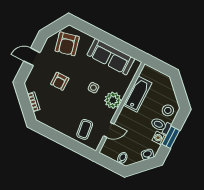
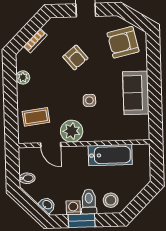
sofa: (111, 57) -> (136, 93), width x0.73
armchair: (60, 81) -> (75, 58), turned -130
plant: (113, 100) -> (72, 131), moved
plant: (54, 124) -> (23, 77), added

